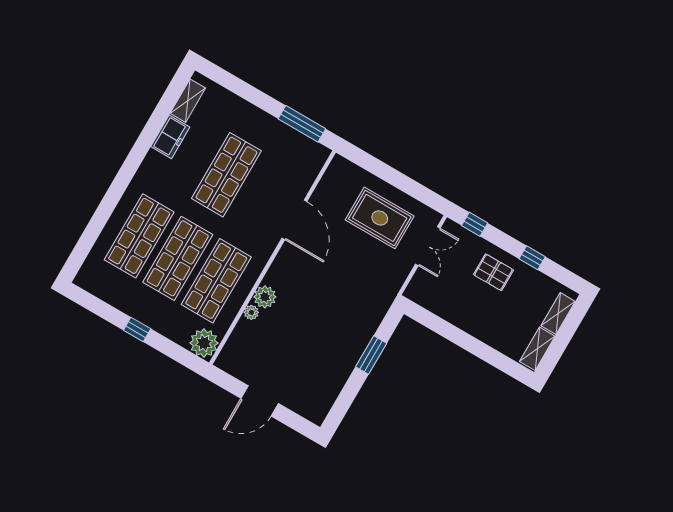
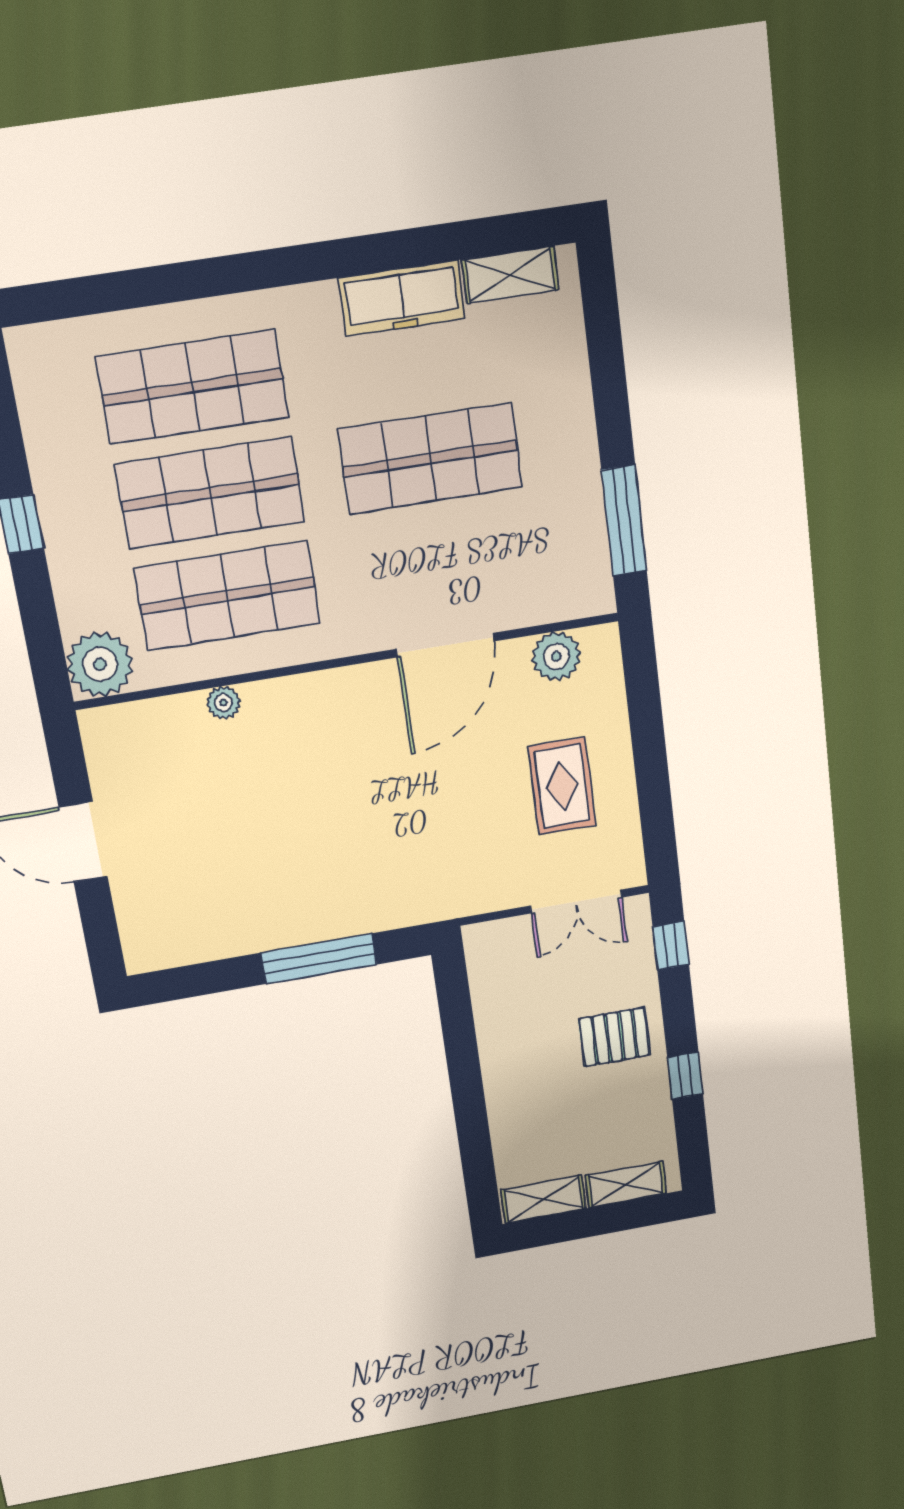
freezer: (170, 137) -> (402, 298), width x1.40
rug: (380, 218) -> (562, 786), width x0.73, depth x0.70
pallet: (493, 272) -> (614, 1037), turned 90
plant: (265, 297) -> (556, 656), moved
window: (371, 355) -> (319, 959), width x1.44

